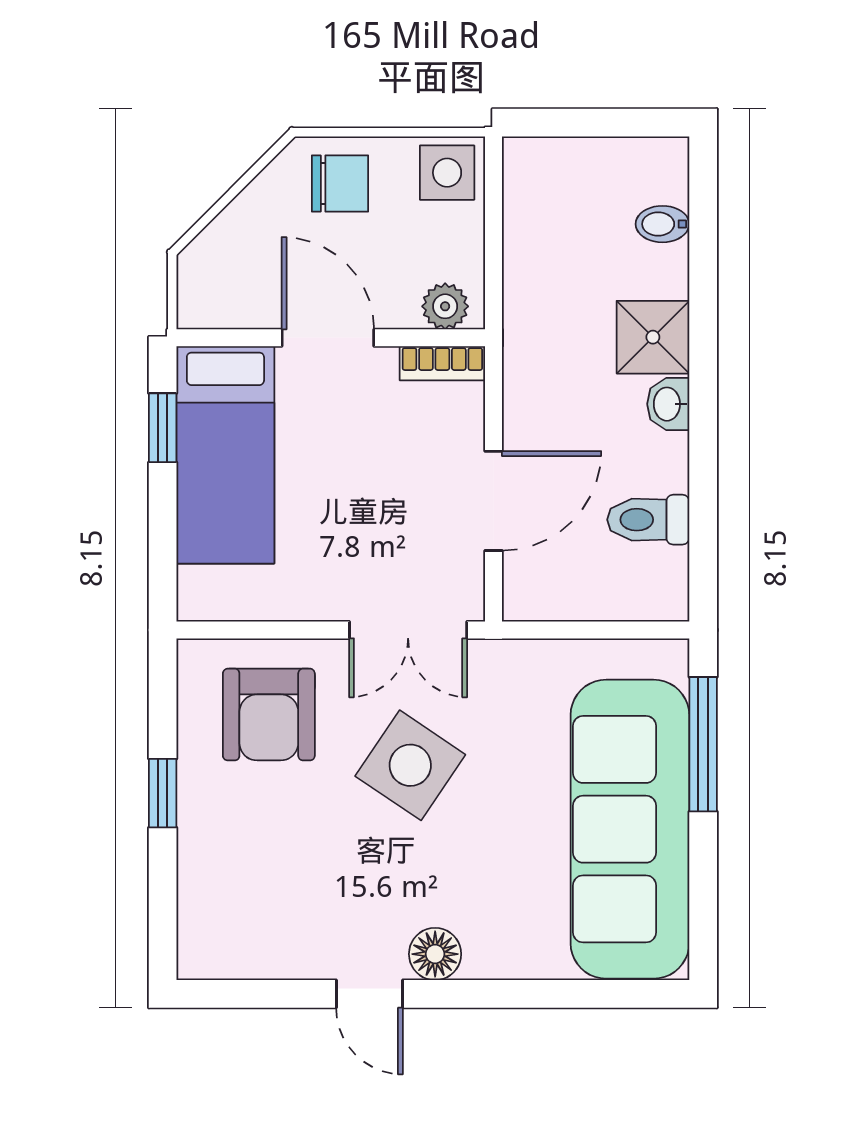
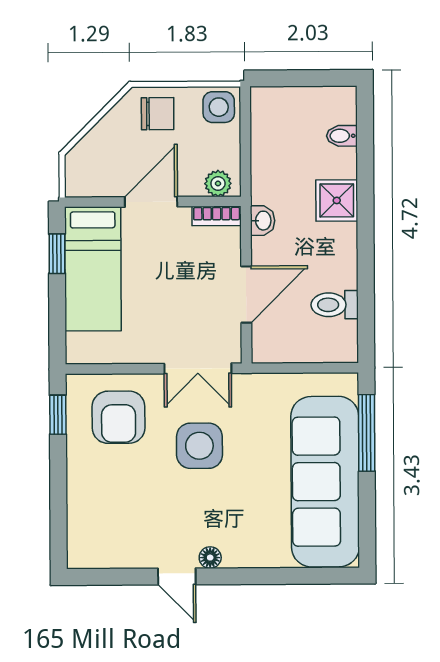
door: (328, 338) -> (151, 202), hinge flipped
washbasin: (668, 404) -> (263, 221), moved, turned 180
side table: (410, 765) -> (199, 446), turned -34
window: (163, 793) -> (58, 415), moved
floor lamp: (435, 954) -> (210, 558), width x0.73, depth x0.73

